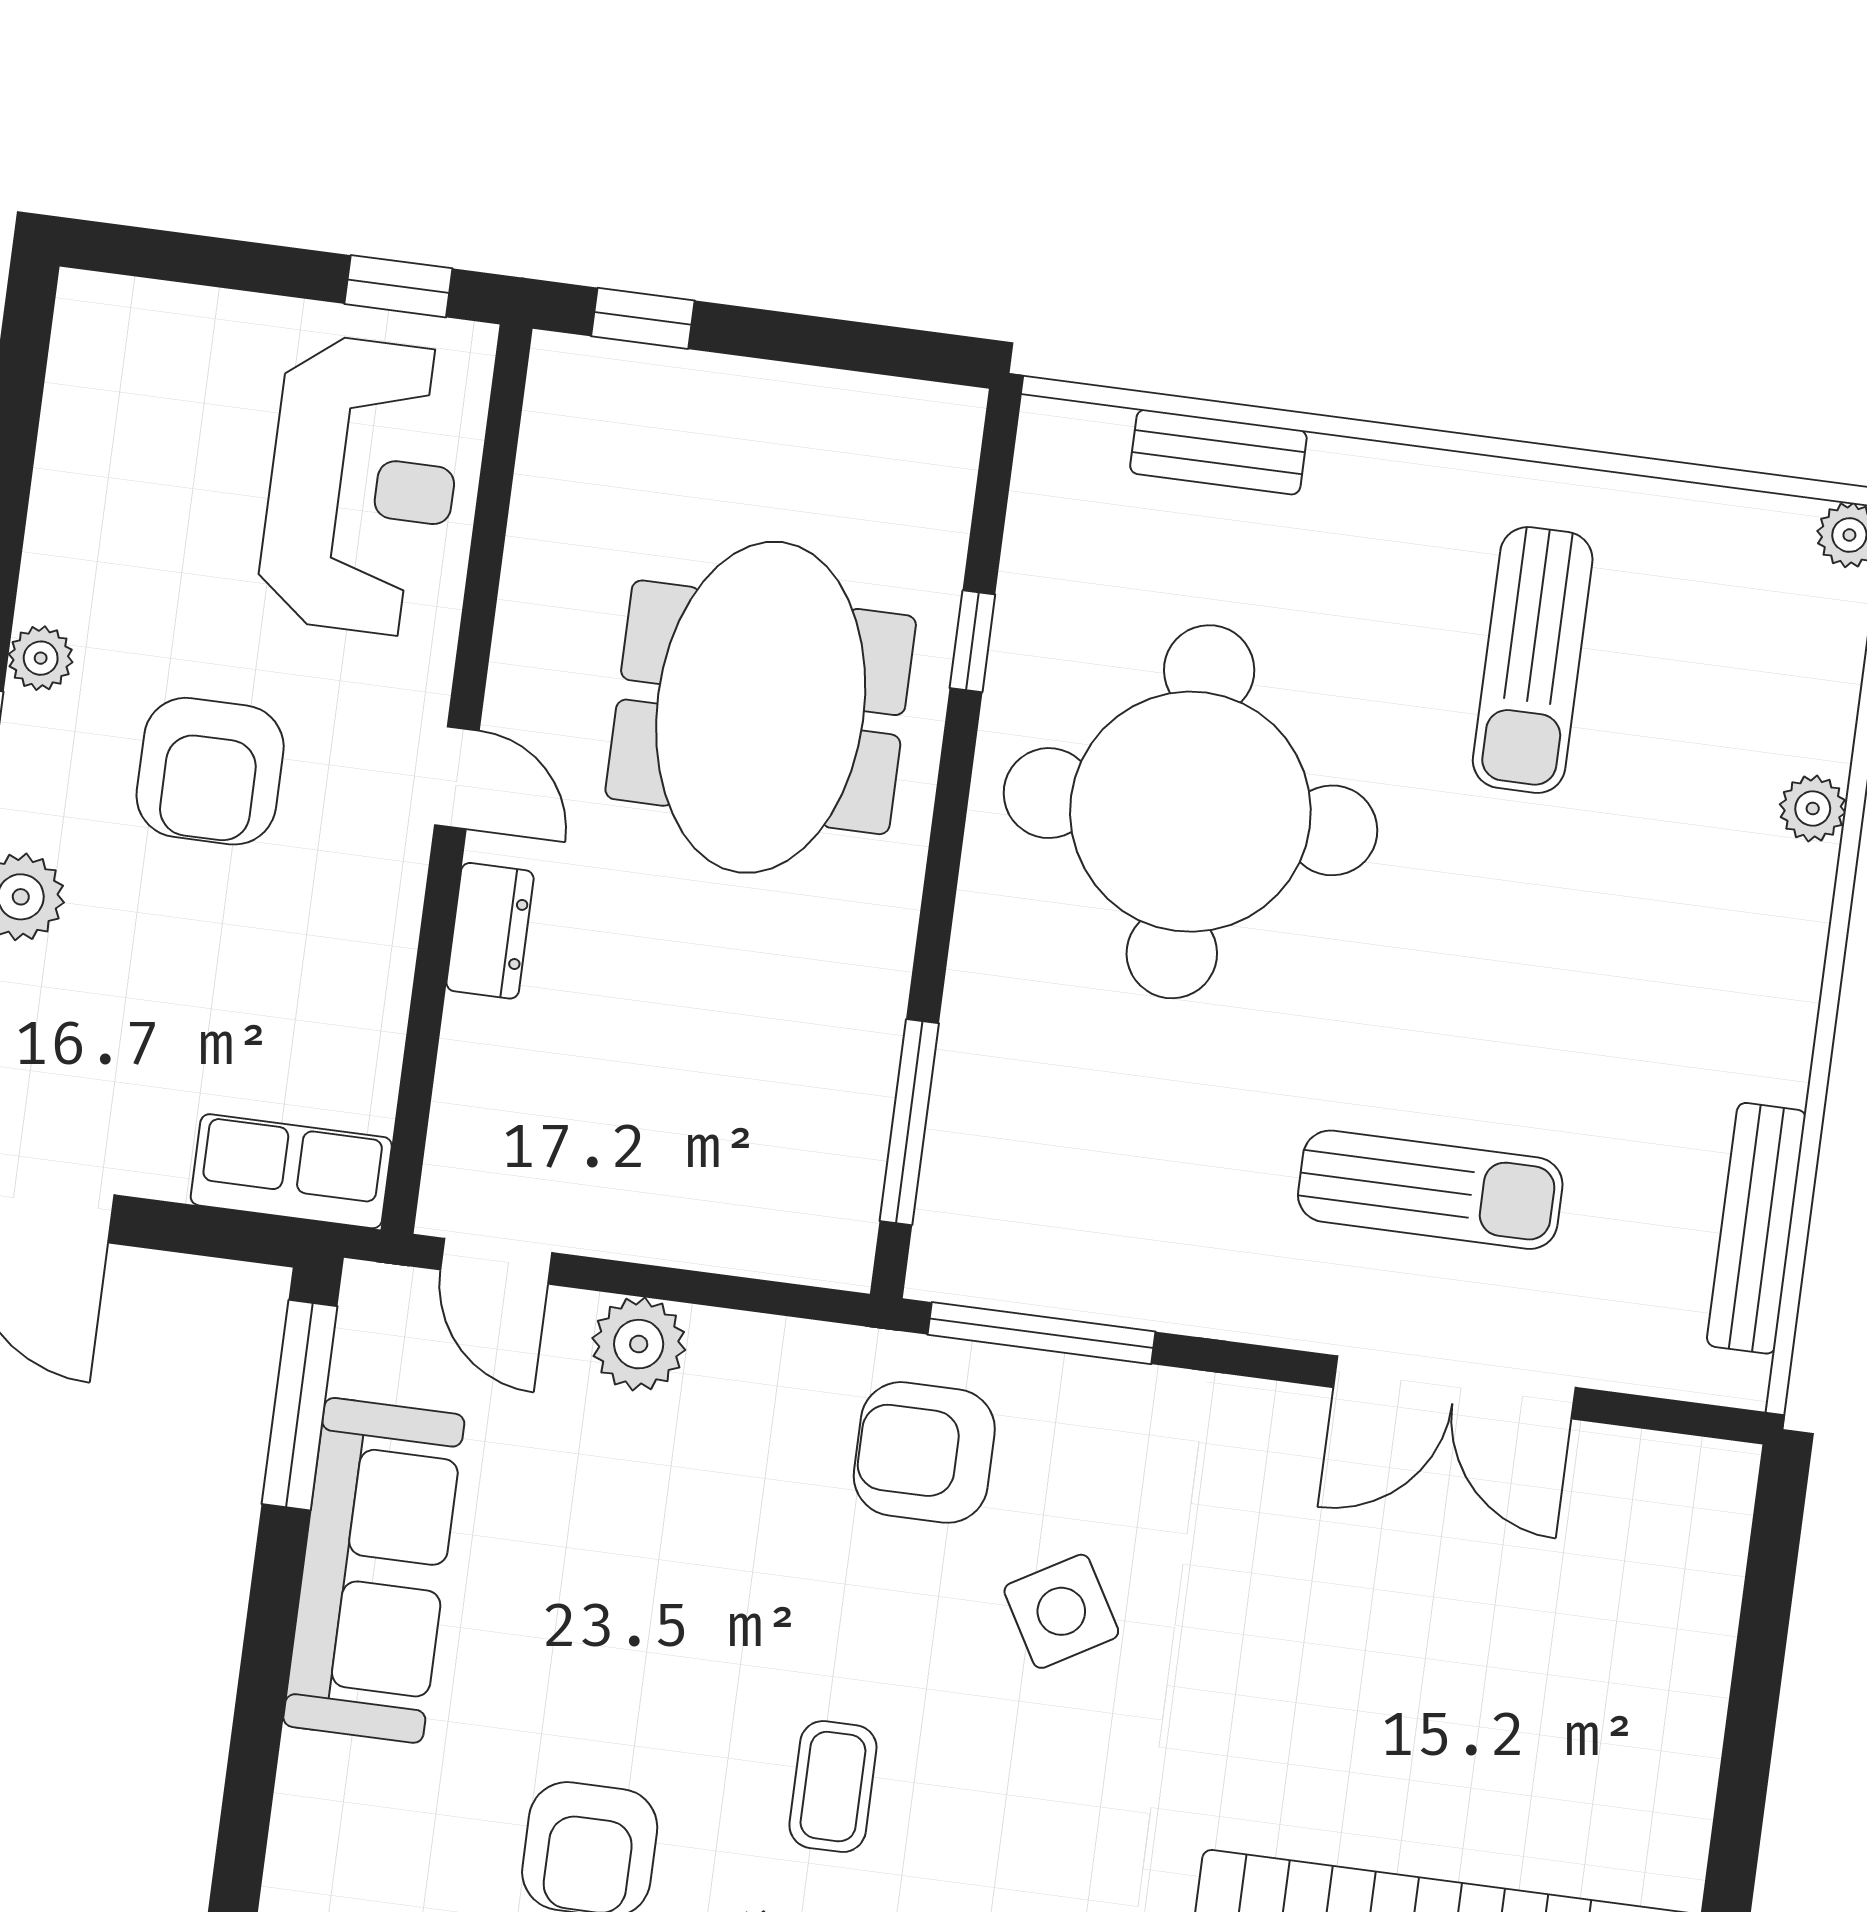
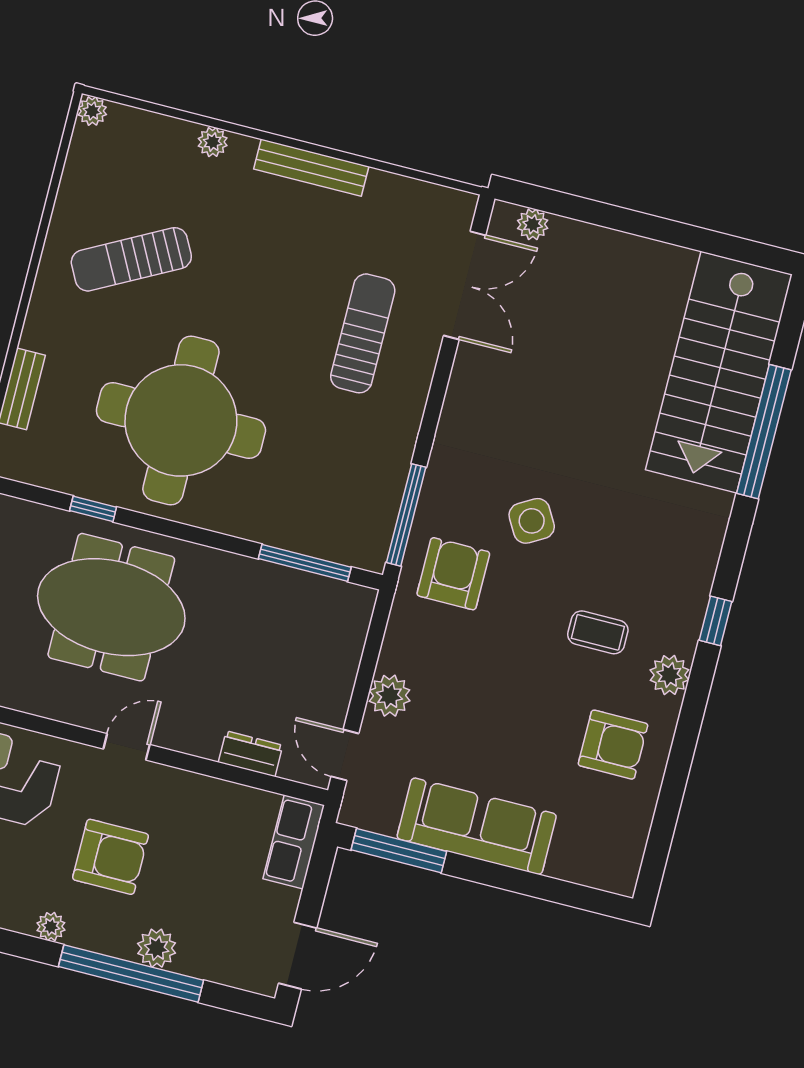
sun lounger: (1533, 660) -> (131, 259), turned 152
dresser: (490, 931) -> (251, 754), moved
bench: (1756, 1228) -> (311, 168), moved
door: (496, 1261) -> (345, 755), swing flipped
double door: (1454, 1387) -> (465, 285), moved
armchair: (924, 1452) -> (453, 574), turned 180
plant: (1715, 1536) -> (533, 224), added

